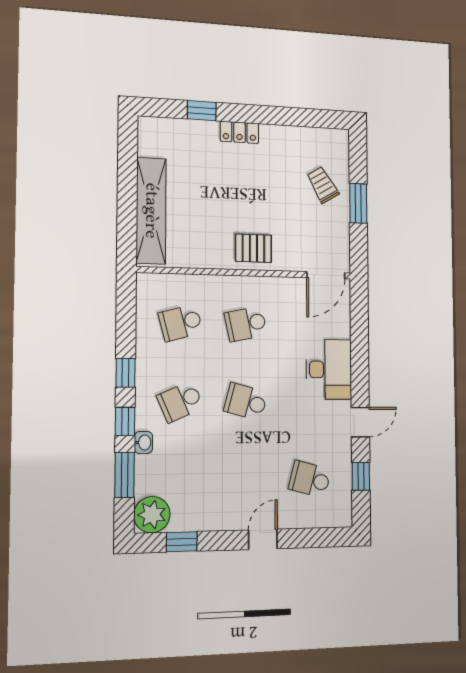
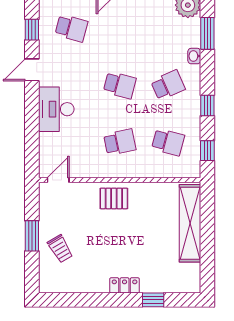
door: (326, 275) -> (58, 180), width x0.73
school desk: (181, 323) -> (168, 142), turned 30
window: (125, 422) -> (207, 151), moved

